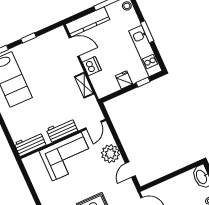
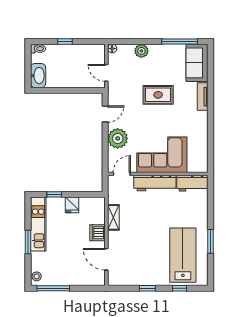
kitchen counter: (88, 22) -> (82, 278), removed
workbench: (62, 130) -> (155, 183), width x1.38

